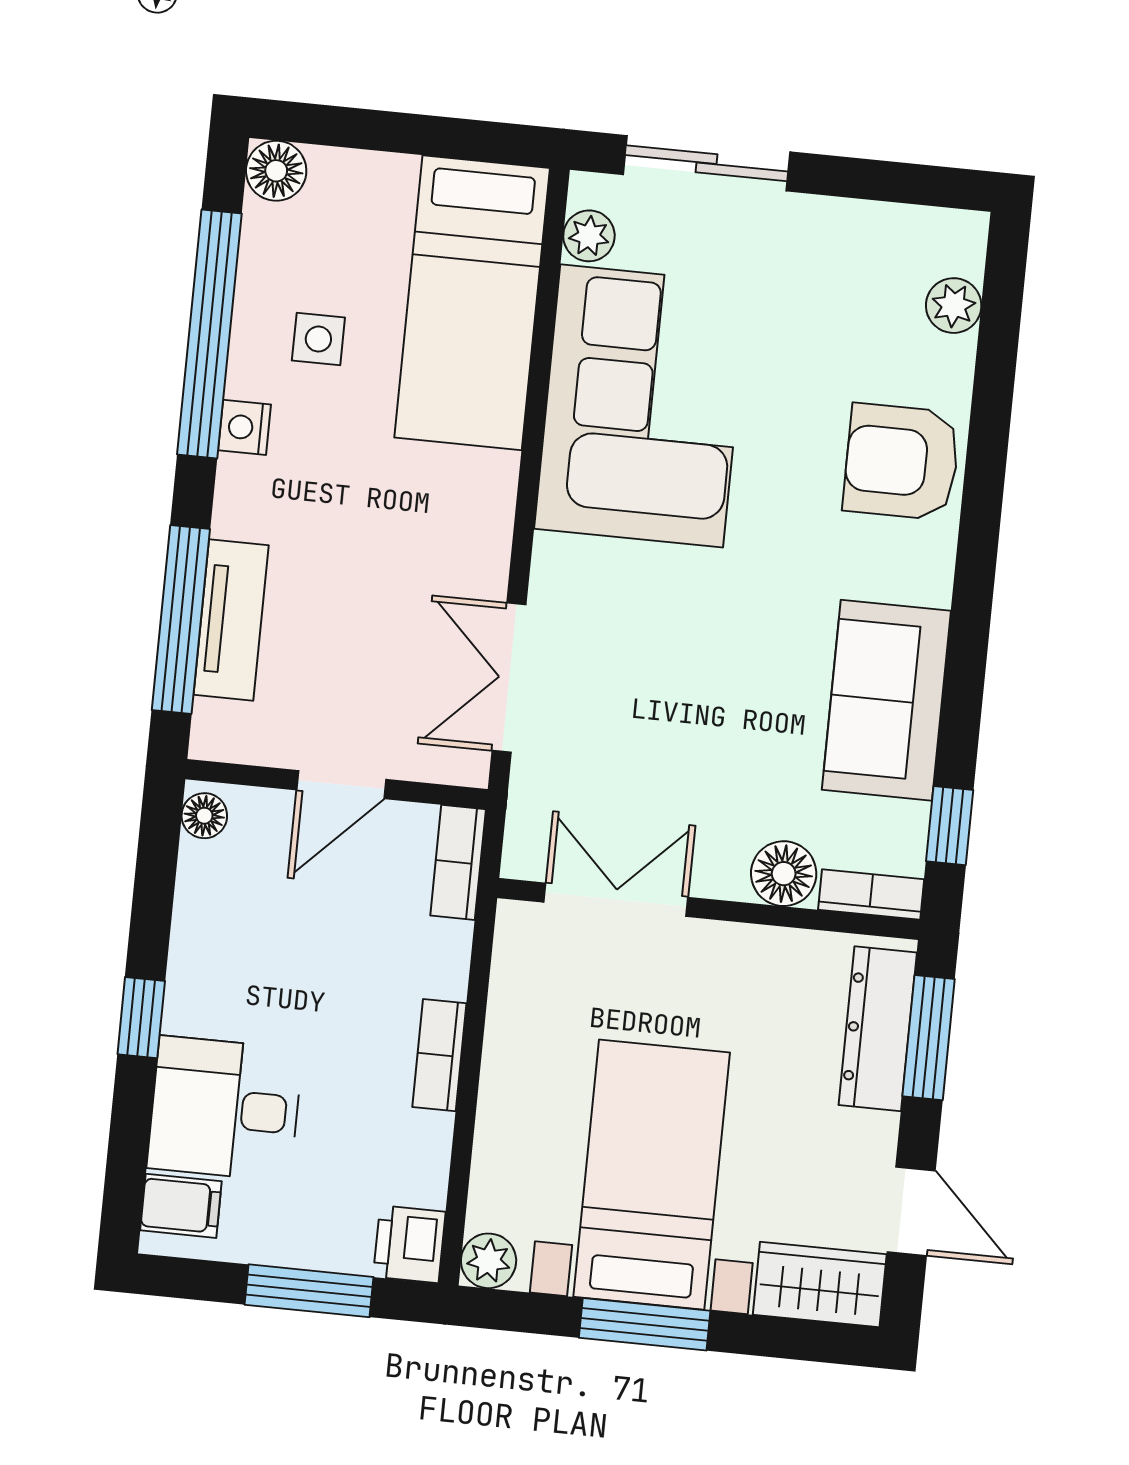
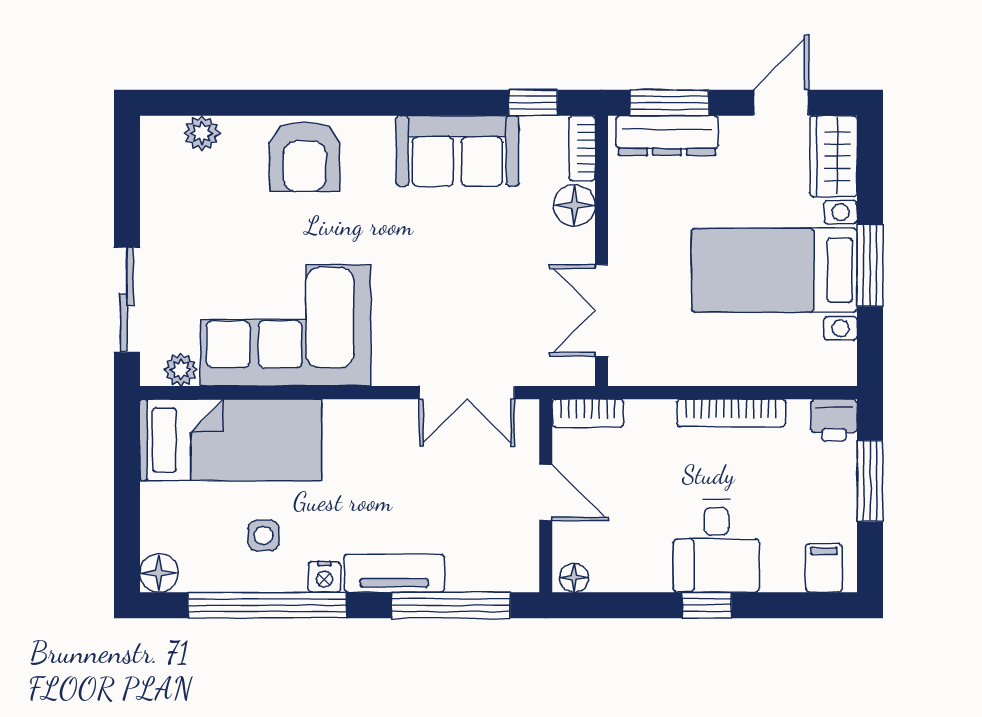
tv unit: (231, 620) -> (394, 573), moved
bookcase: (439, 1055) -> (731, 413), width x1.56
desk: (225, 1109) -> (716, 546), moved
plant: (489, 1261) -> (840, 369), removed

